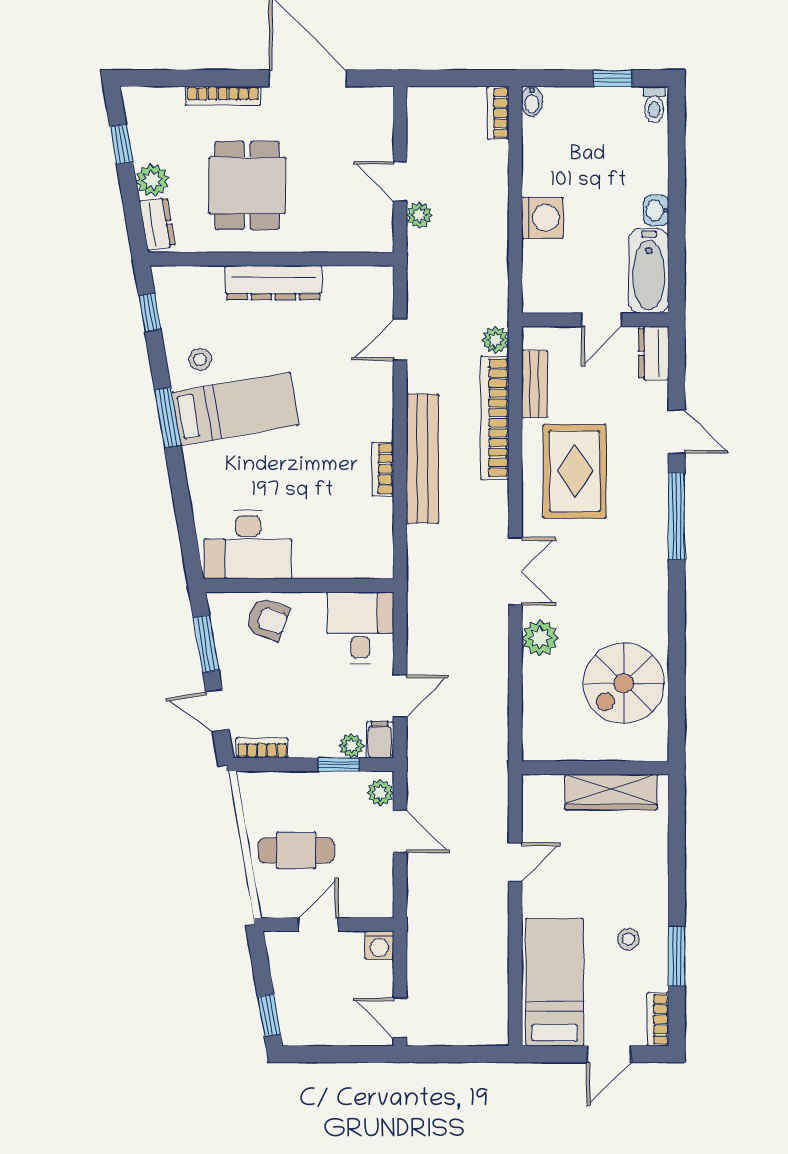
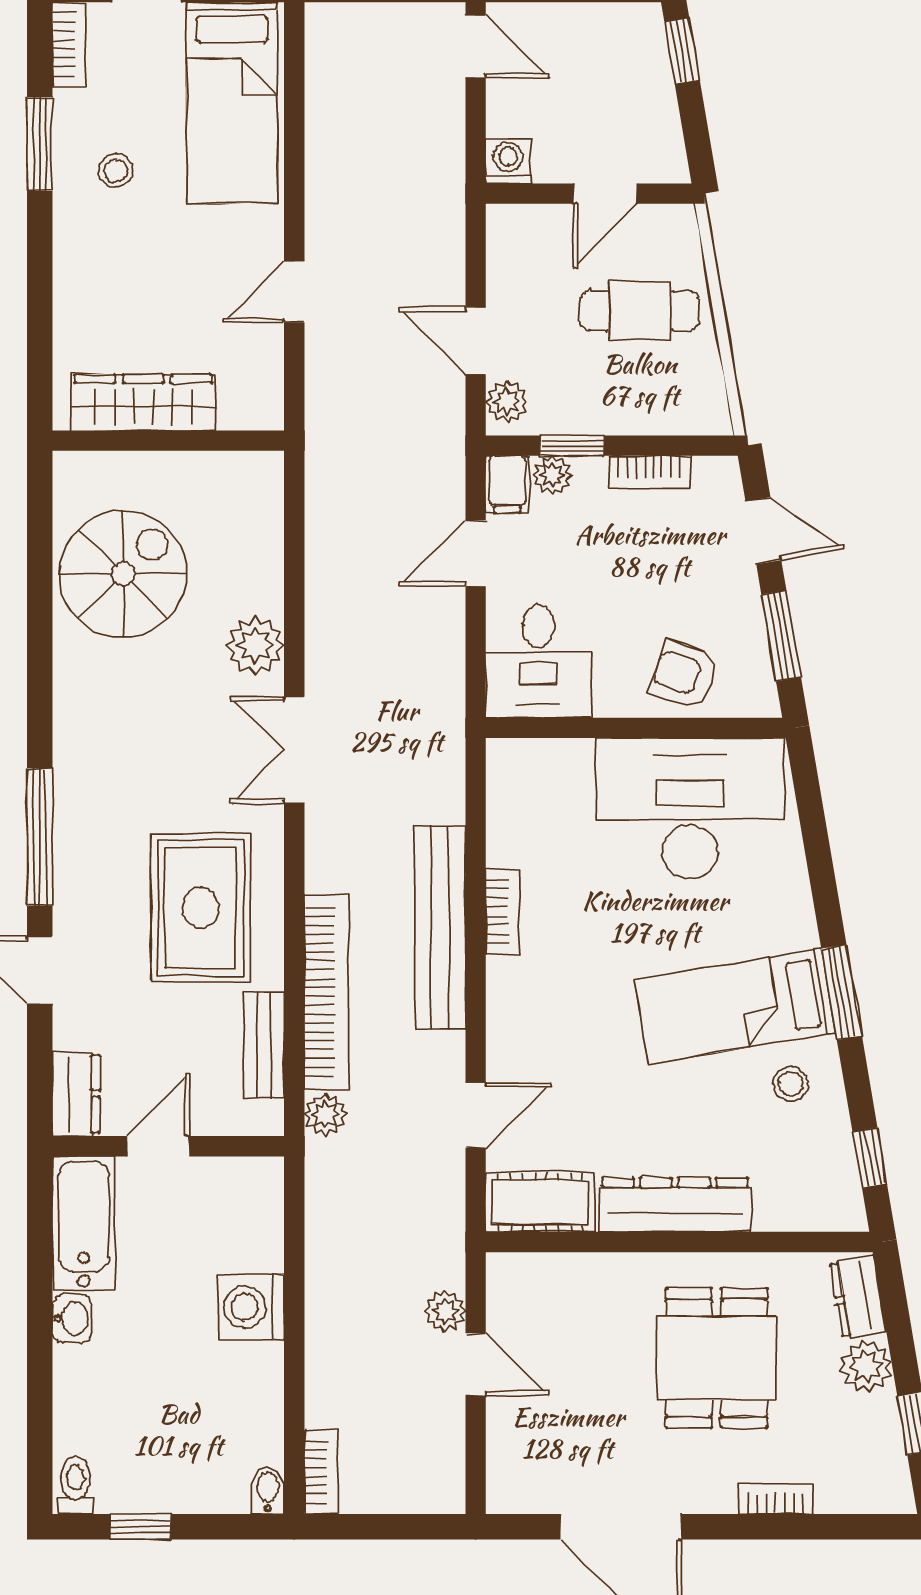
bookcase: (223, 96) -> (776, 1499), width x0.64
cot: (359, 284) -> (540, 1202), added
desk: (248, 545) -> (690, 808), width x1.36, depth x1.30
bookcase: (262, 748) -> (649, 472), moved

